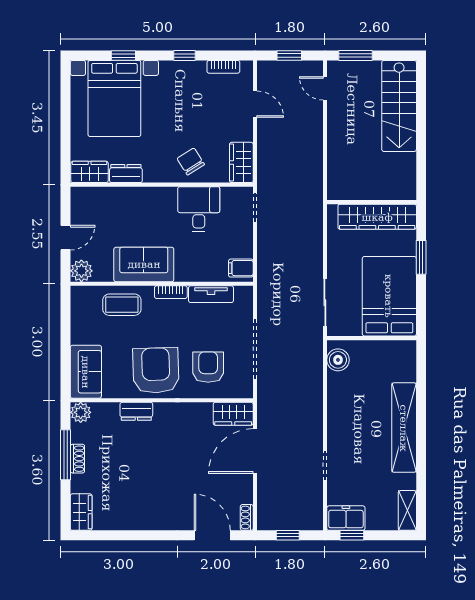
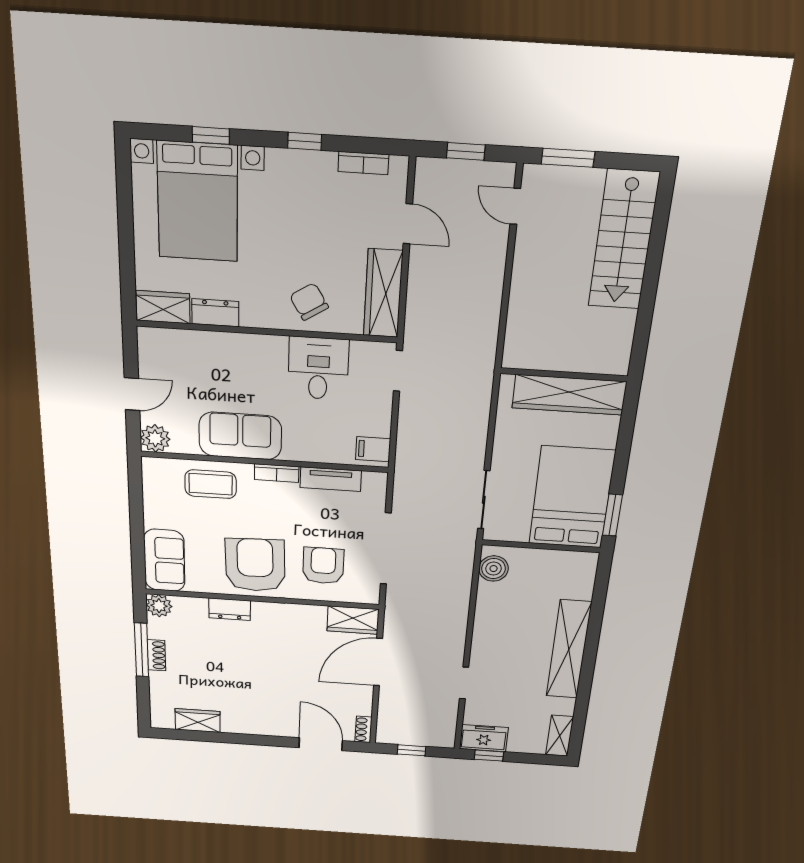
wardrobe: (241, 162) -> (383, 293), width x1.50
window: (421, 257) -> (612, 515), moved
wardrobe: (81, 512) -> (198, 721), moved, turned -90

